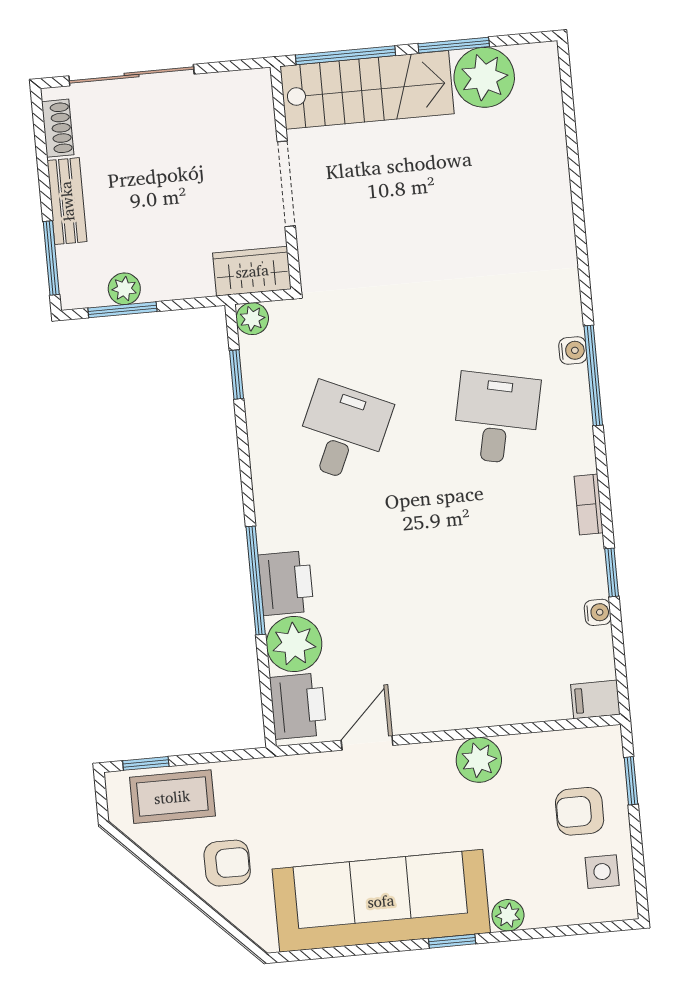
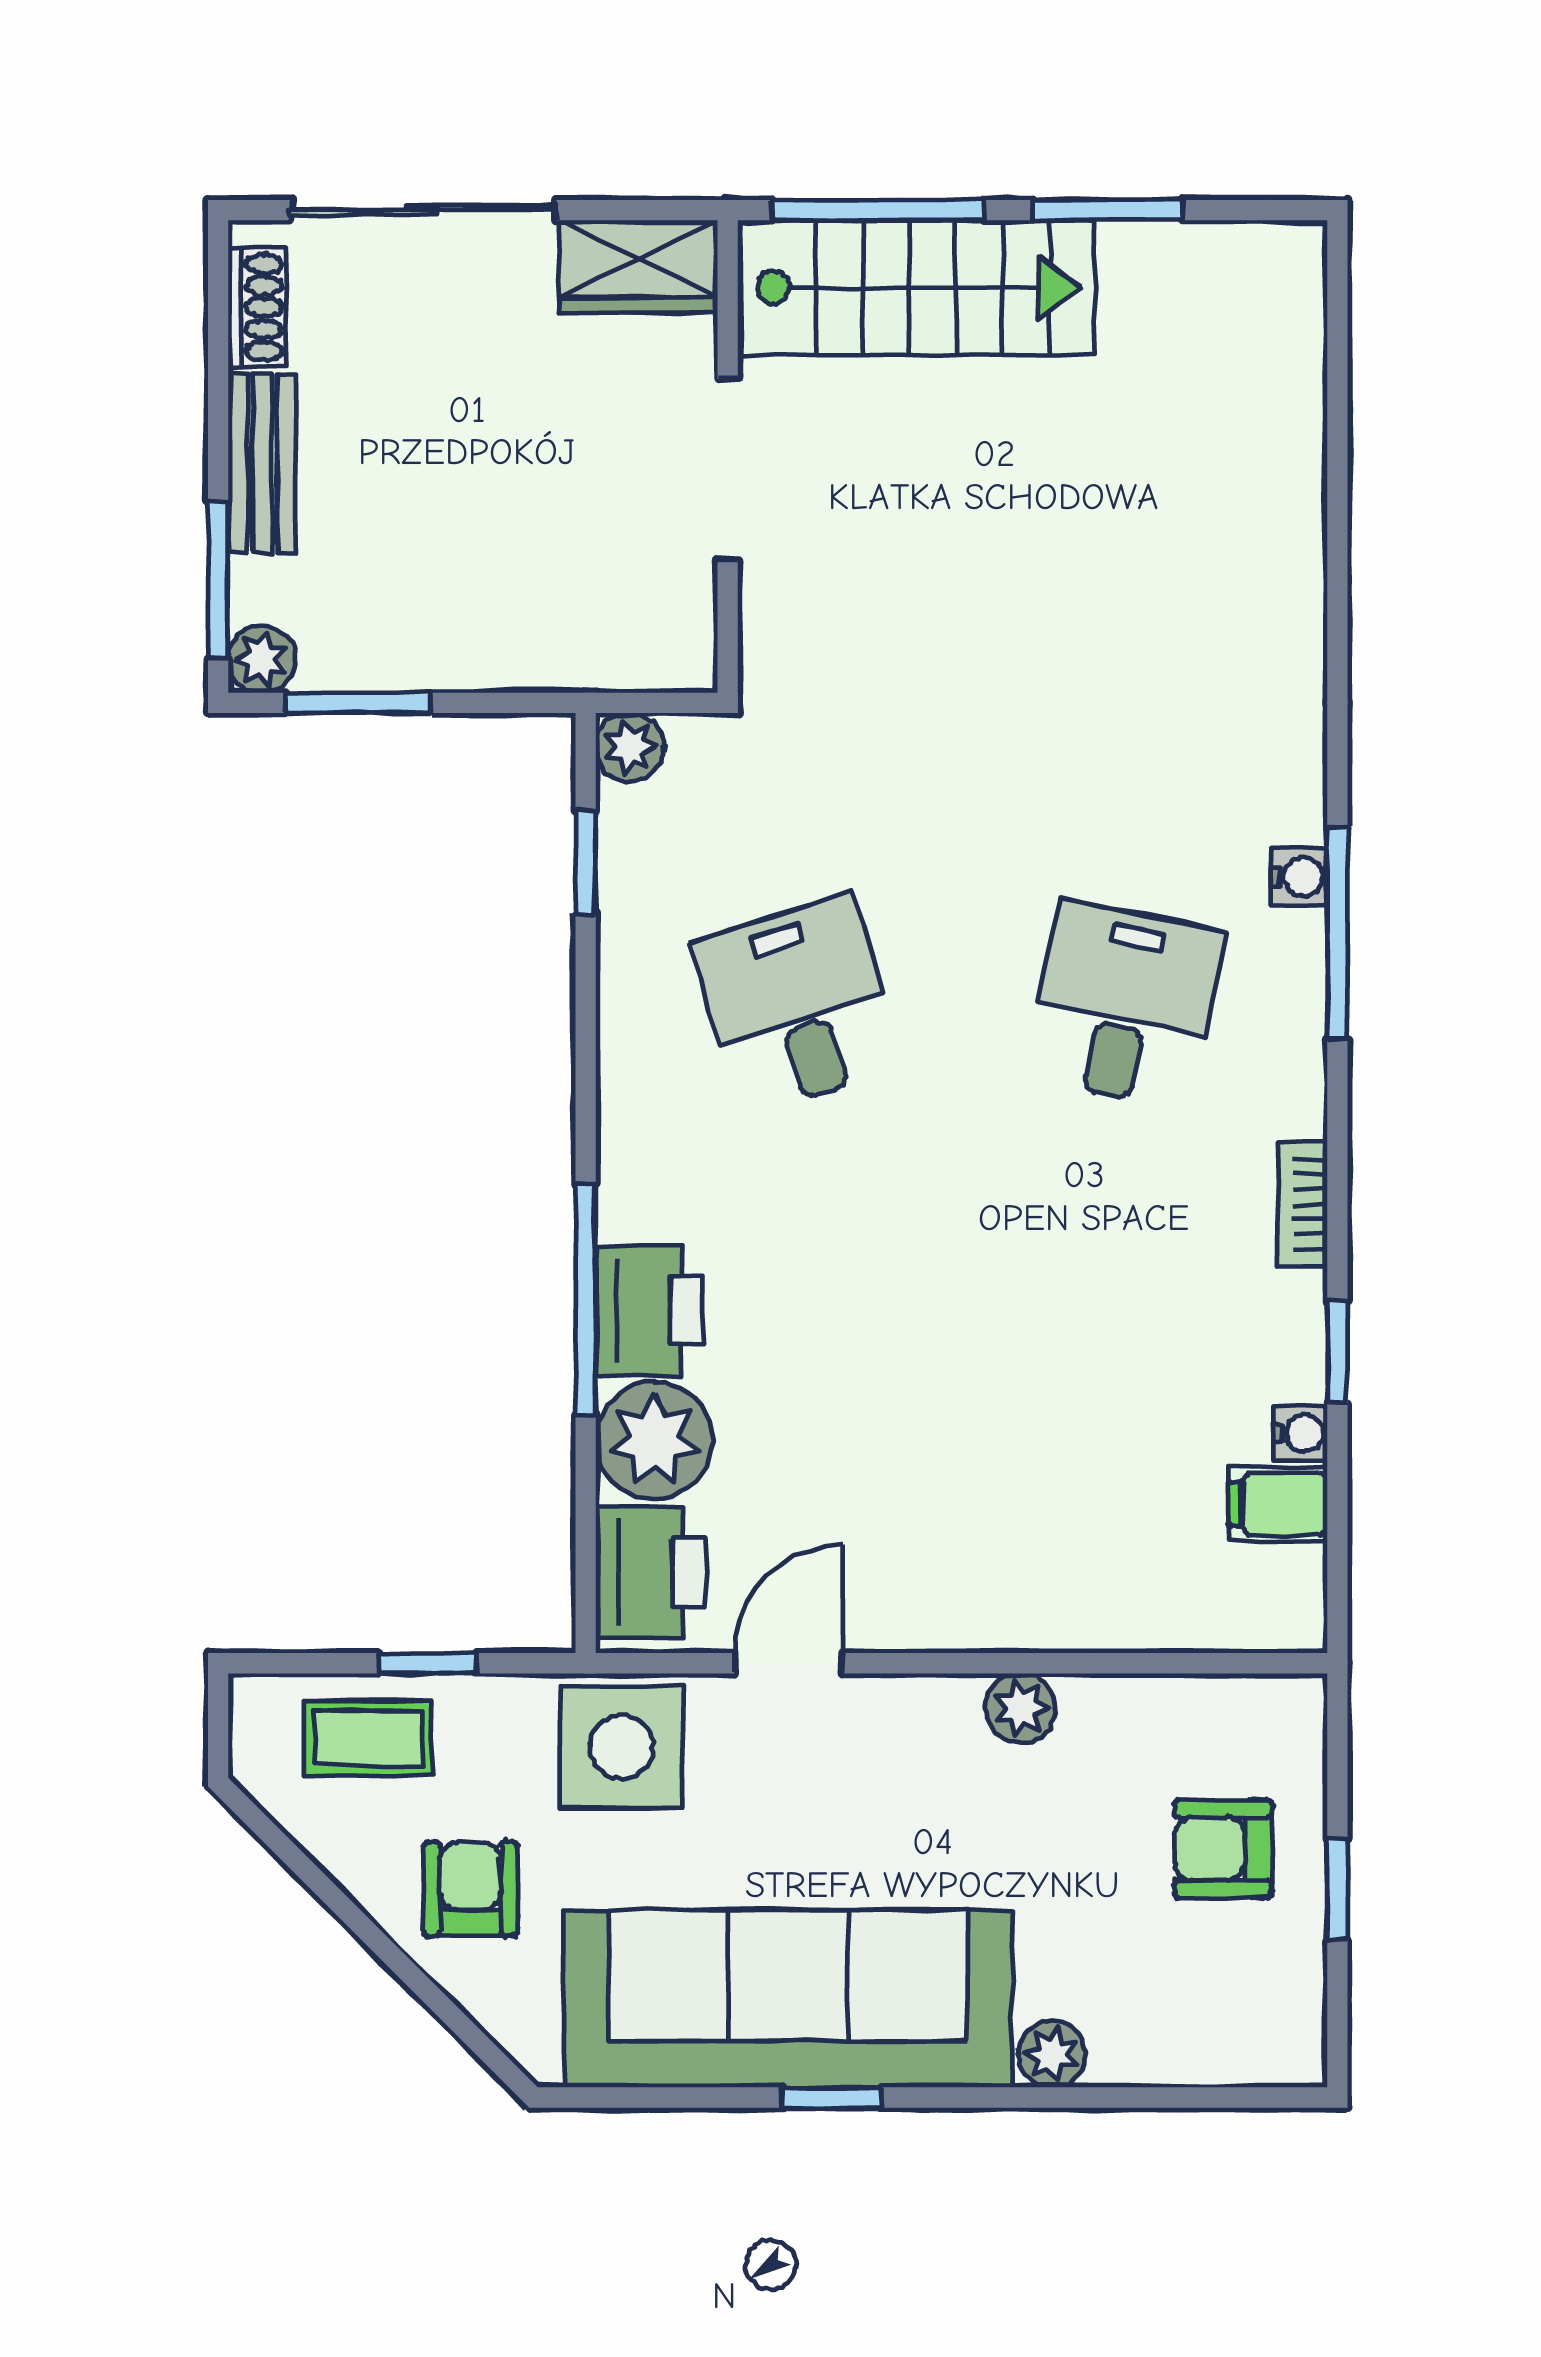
plant: (484, 77) -> (1166, 284), removed
wardrobe: (252, 271) -> (638, 266), moved, turned 180
plant: (124, 289) -> (262, 659), moved
desk: (343, 432) -> (798, 1004), turned -42
filing cabinet: (595, 699) -> (1278, 1504), moved
plant: (479, 760) -> (1021, 1708), width x0.73, depth x0.73
window: (146, 763) -> (428, 1663), moved
window: (631, 781) -> (1337, 1889), moved
coffee table: (172, 797) -> (368, 1738), width x0.73, depth x0.77
armchair: (227, 863) -> (471, 1889), turned -90
side table: (602, 872) -> (622, 1747), moved, width x1.87, depth x1.87
window: (452, 941) -> (832, 2098), moved

